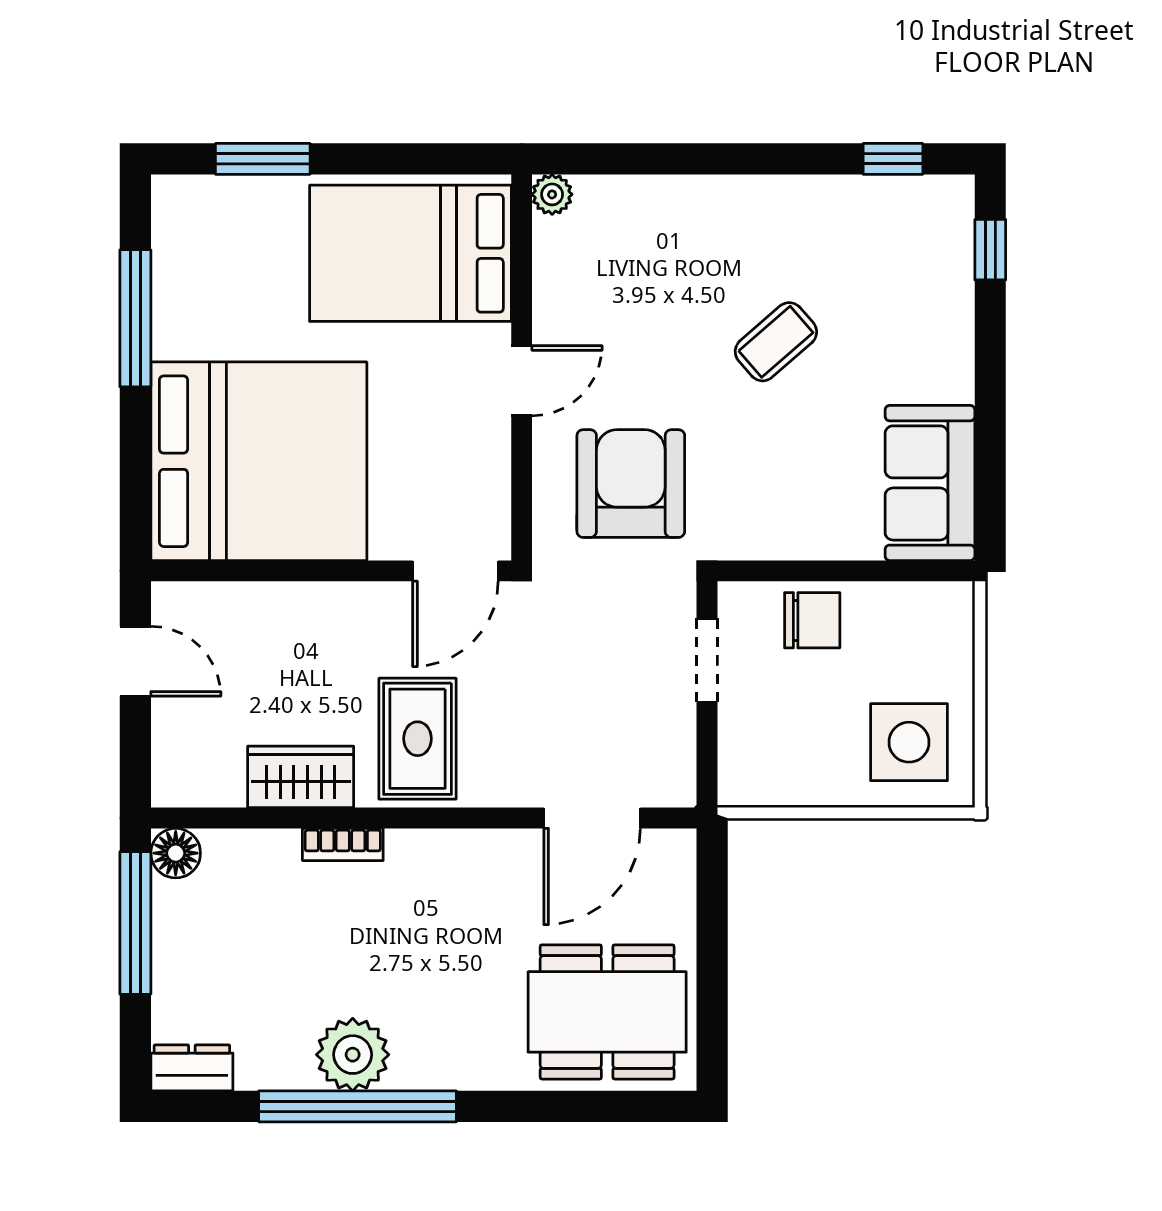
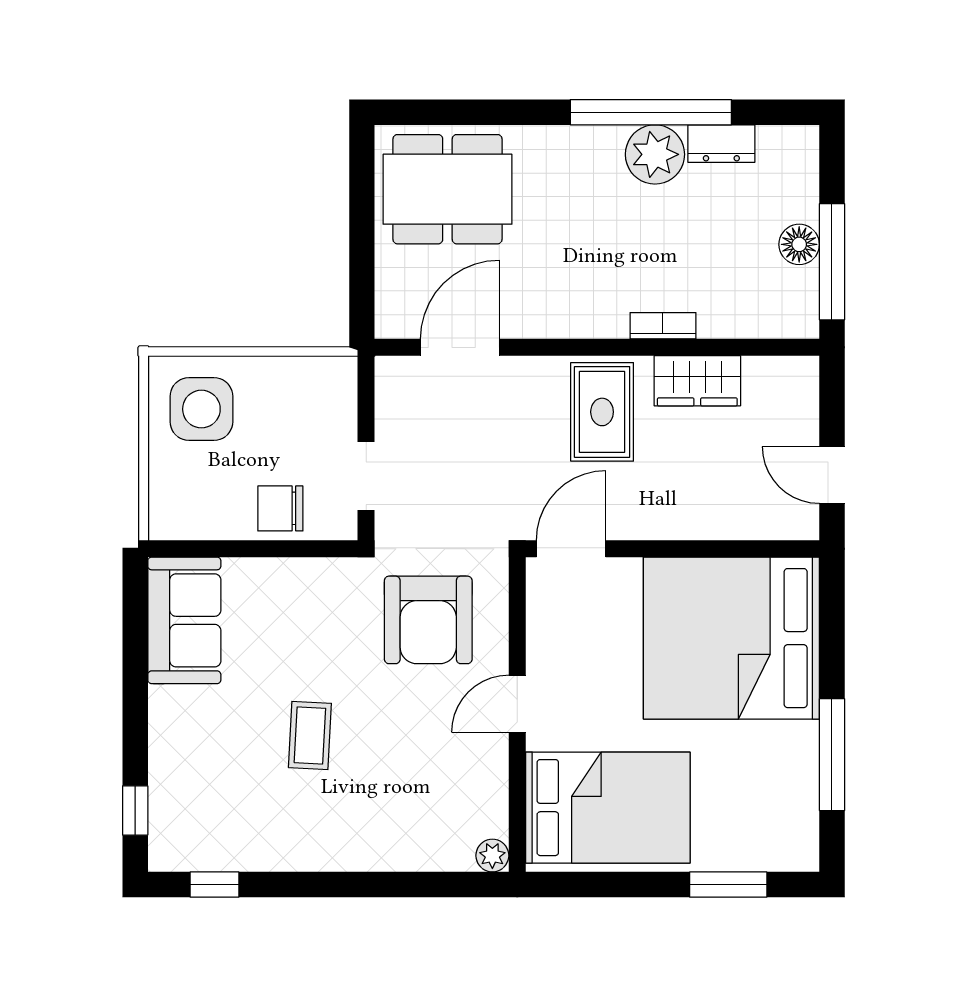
coffee table: (776, 342) -> (310, 735), turned -46
floor lamp: (176, 853) -> (799, 244), moved
dresser: (192, 1068) -> (721, 144), moved

